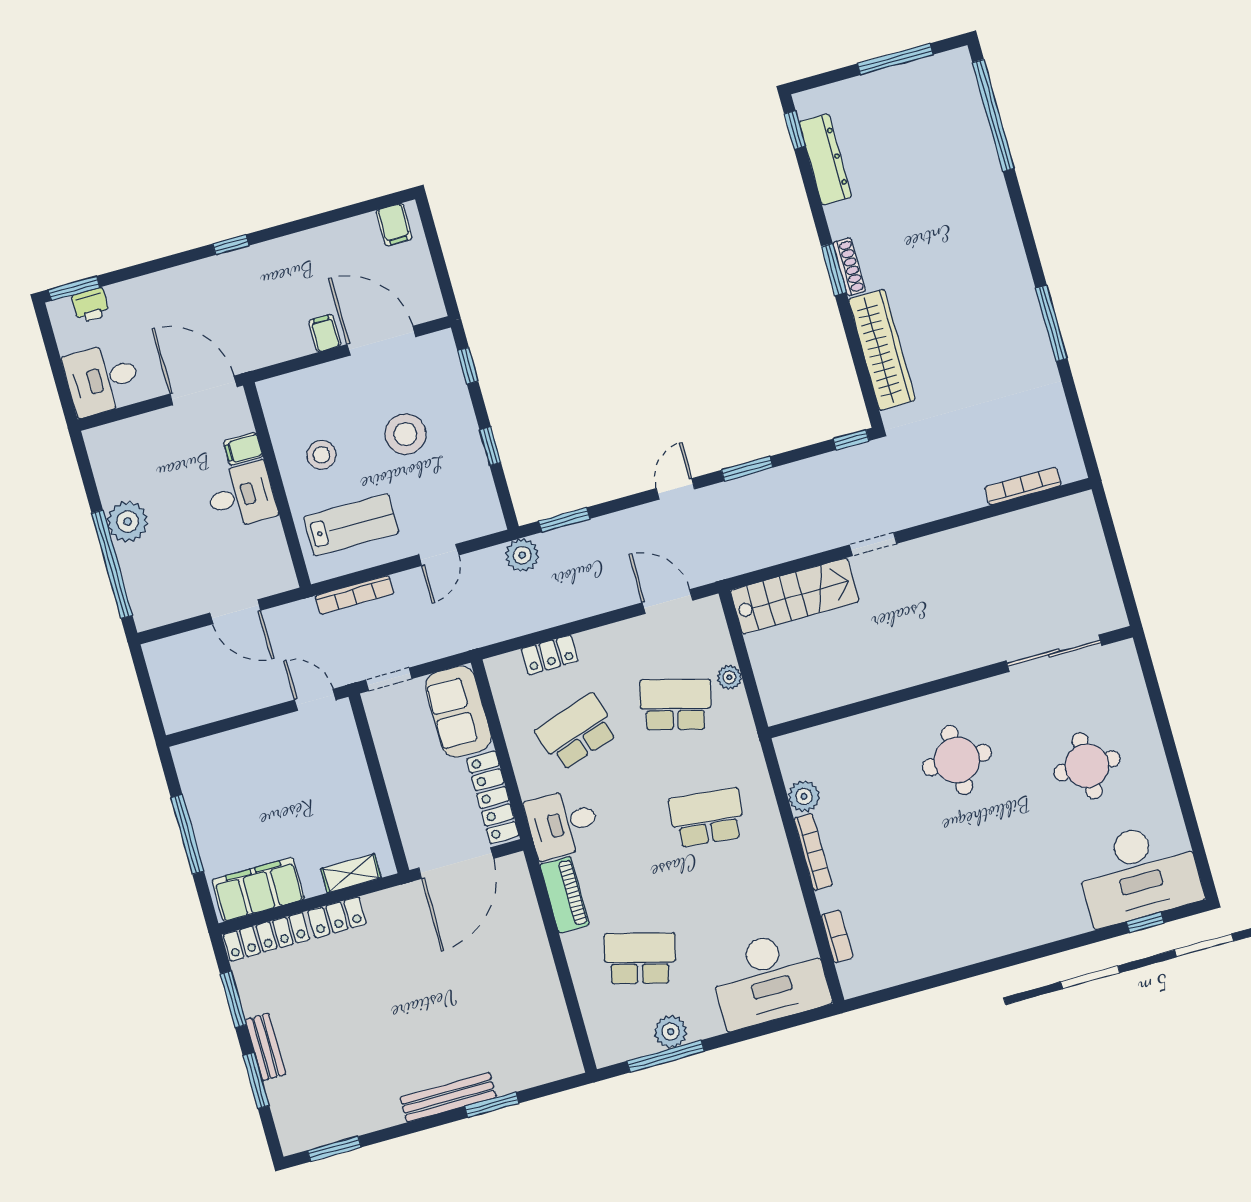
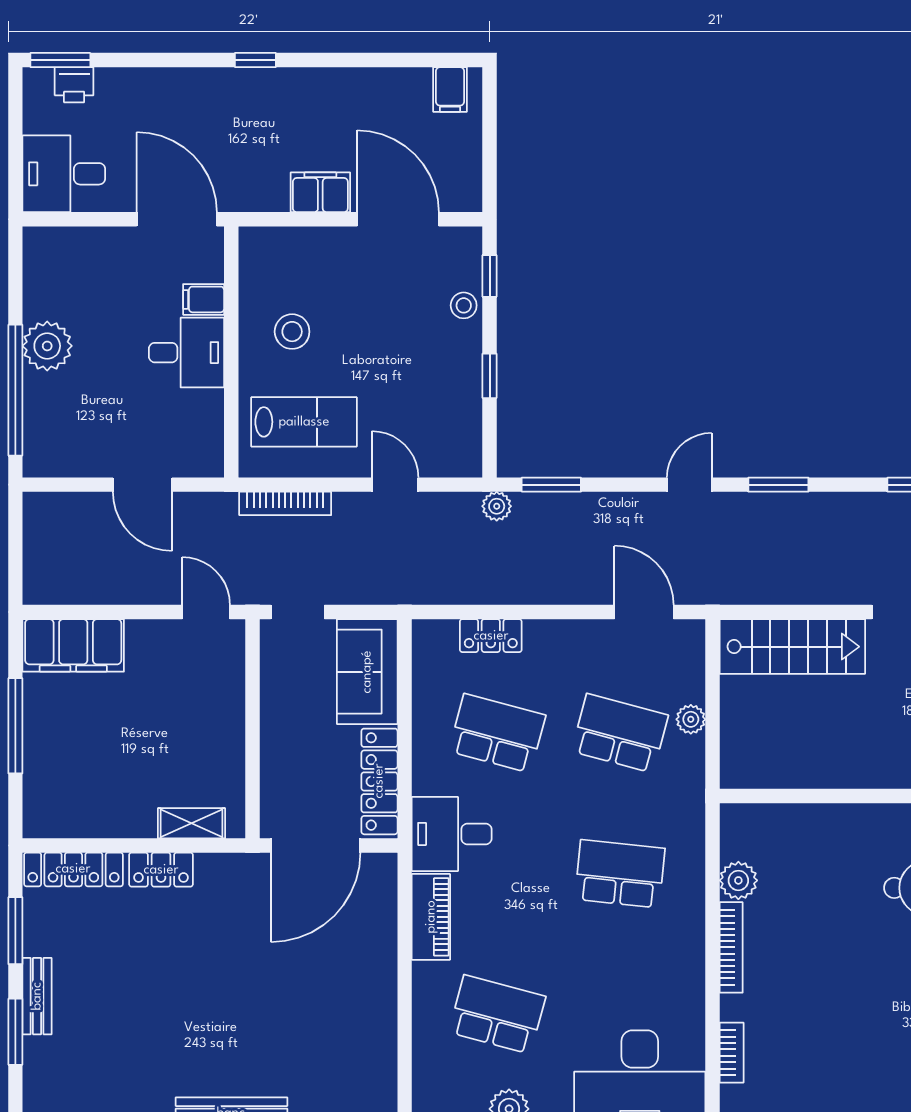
filing cabinet: (325, 333) -> (320, 192), width x2.00
stool: (405, 434) -> (464, 305), moved, width x0.53, depth x0.53
door: (439, 555) -> (395, 485), swing flipped
plant: (522, 555) -> (497, 506), width x0.73, depth x0.73
school desk: (577, 732) -> (497, 733), turned 33
filing cabinet: (258, 889) -> (73, 645), moved, turned 180

